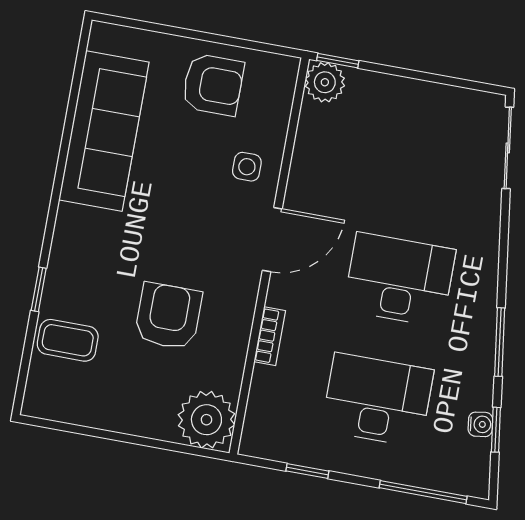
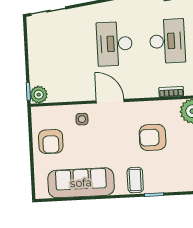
armchair: (213, 85) -> (51, 142), turned 180
bookcase: (270, 336) -> (171, 92), moved
coffee table: (68, 340) -> (135, 180), moved
desk: (377, 400) -> (167, 41), turned 180

